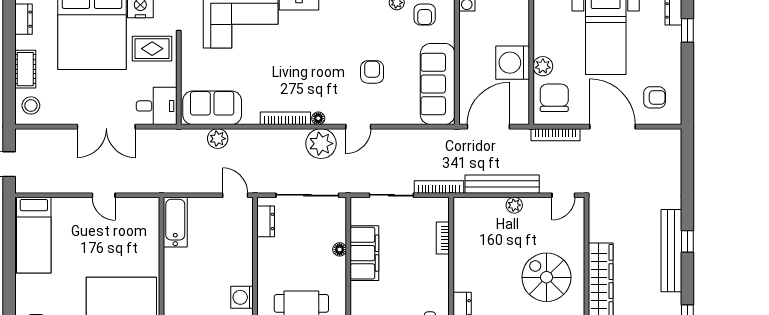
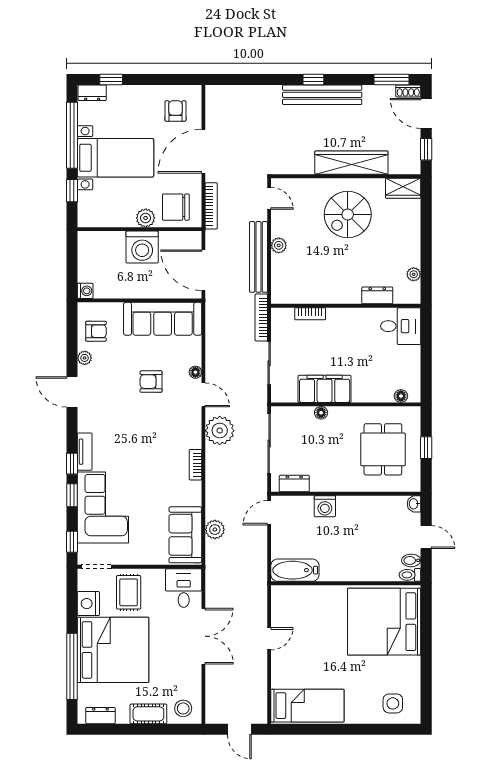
bookcase: (285, 118) -> (195, 465), width x0.64
floor lamp: (318, 118) -> (195, 372), moved
washing machine: (242, 297) -> (325, 506), moved

